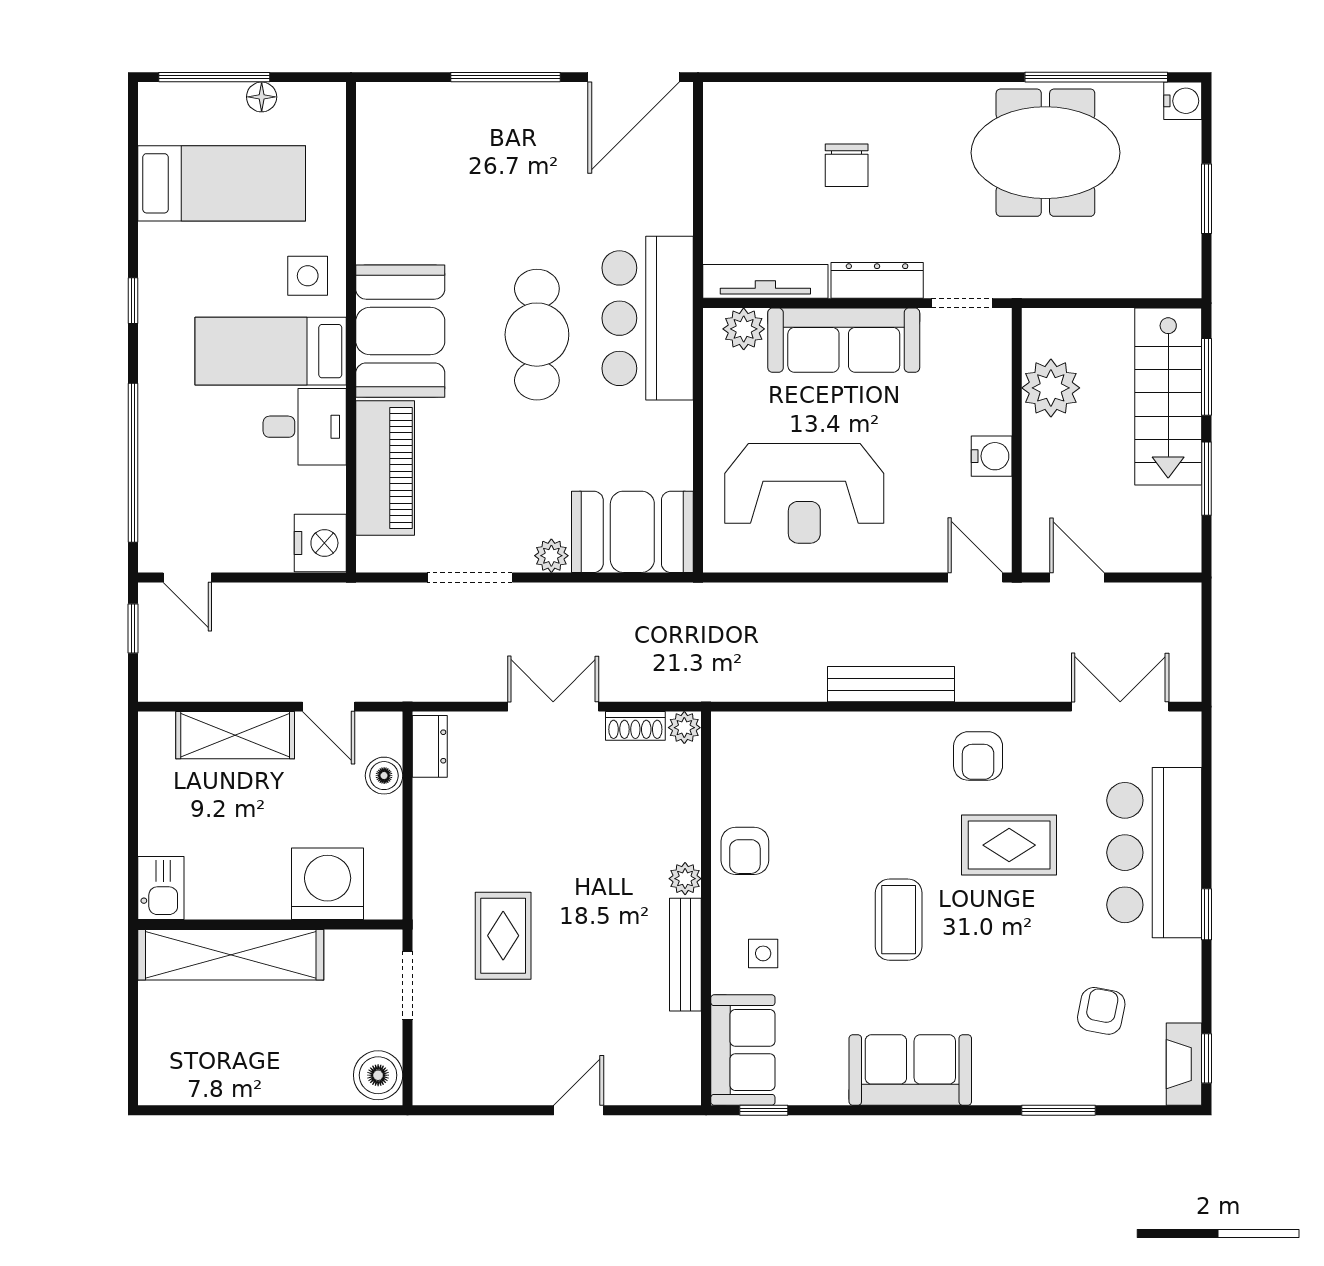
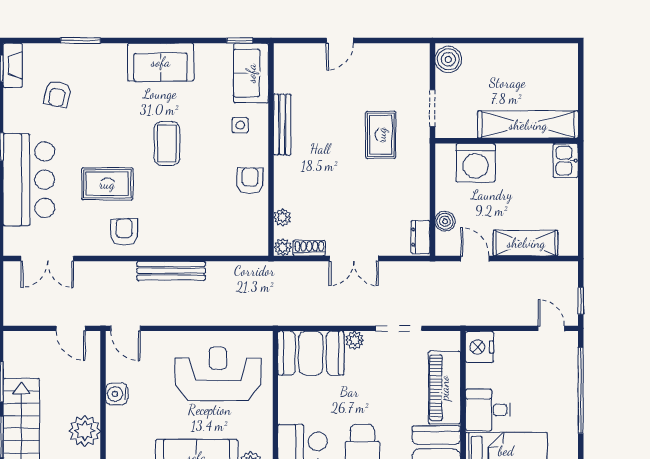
plant: (685, 879) -> (282, 217), moved

